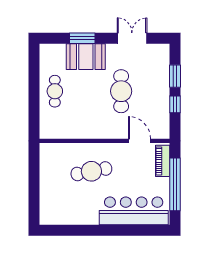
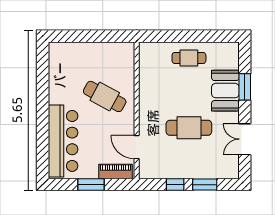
double door: (132, 38) -> (245, 139), swing flipped
door: (140, 141) -> (137, 147), swing flipped
cafe table: (91, 171) -> (105, 96), turned -51
window: (175, 184) -> (91, 185), width x0.47

